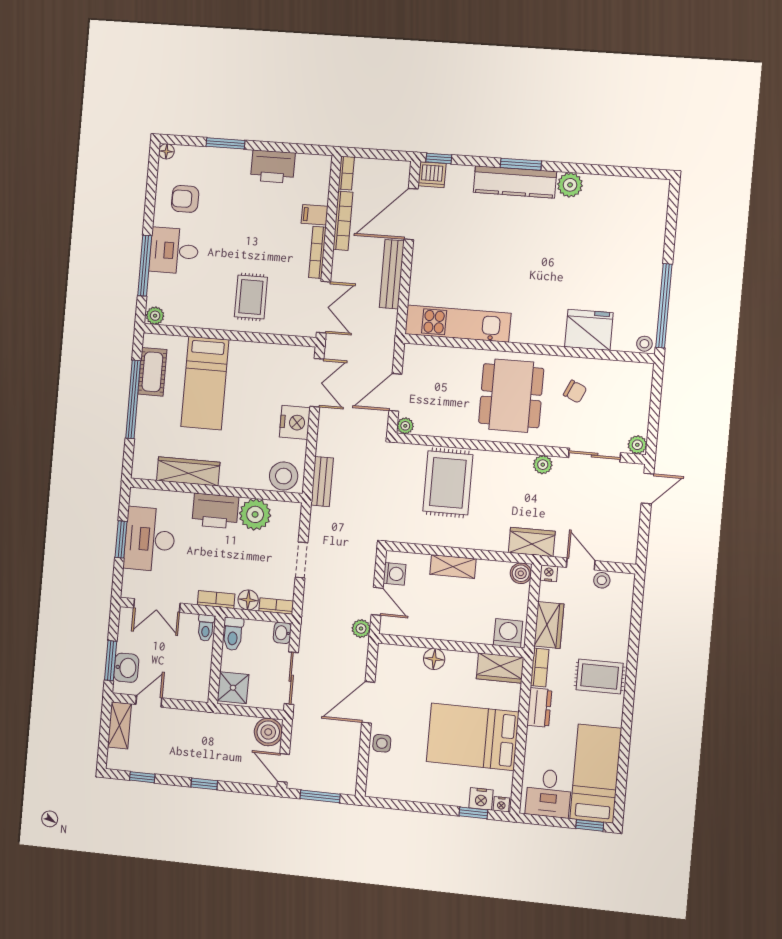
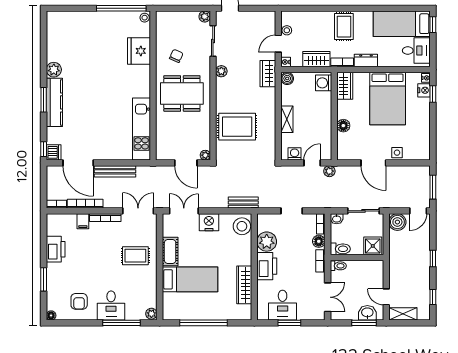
cot: (152, 372) -> (170, 251), moved, turned 90
desk: (150, 539) -> (283, 305), width x0.73

